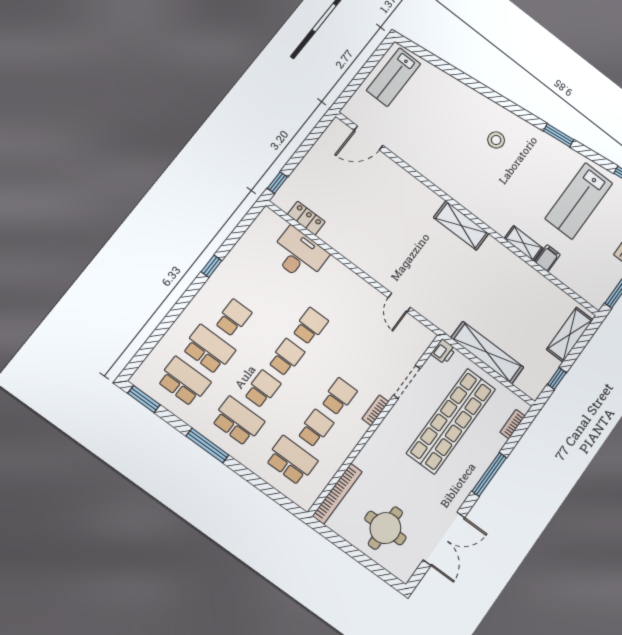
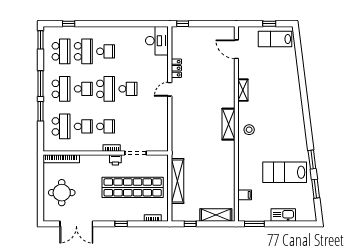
window: (367, 69) -> (269, 24), added
window: (559, 135) -> (312, 160), moved
stool: (496, 140) -> (249, 130), moved
locker: (306, 218) -> (176, 68), moved
shelving: (524, 243) -> (243, 90), moved
desk: (299, 255) -> (157, 41), moved
filing cabinet: (547, 258) -> (245, 195), moved
window: (211, 266) -> (69, 24), moved
door: (399, 303) -> (170, 89), moved
printer: (443, 352) -> (115, 160), moved
school desk: (286, 357) -> (106, 89), width x1.85
window: (489, 474) -> (121, 224), width x0.46
window: (247, 475) -> (40, 111), added

